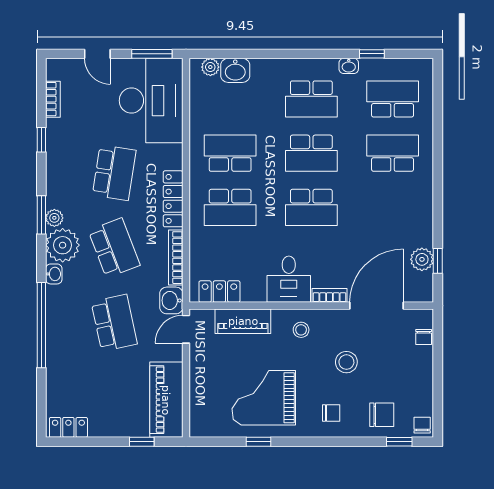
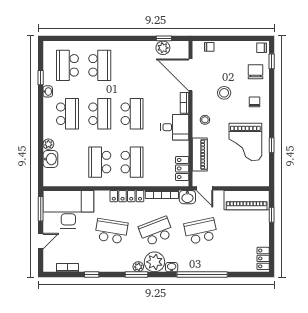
plant: (210, 67) -> (48, 144), moved
school desk: (393, 153) -> (100, 65), turned 180

